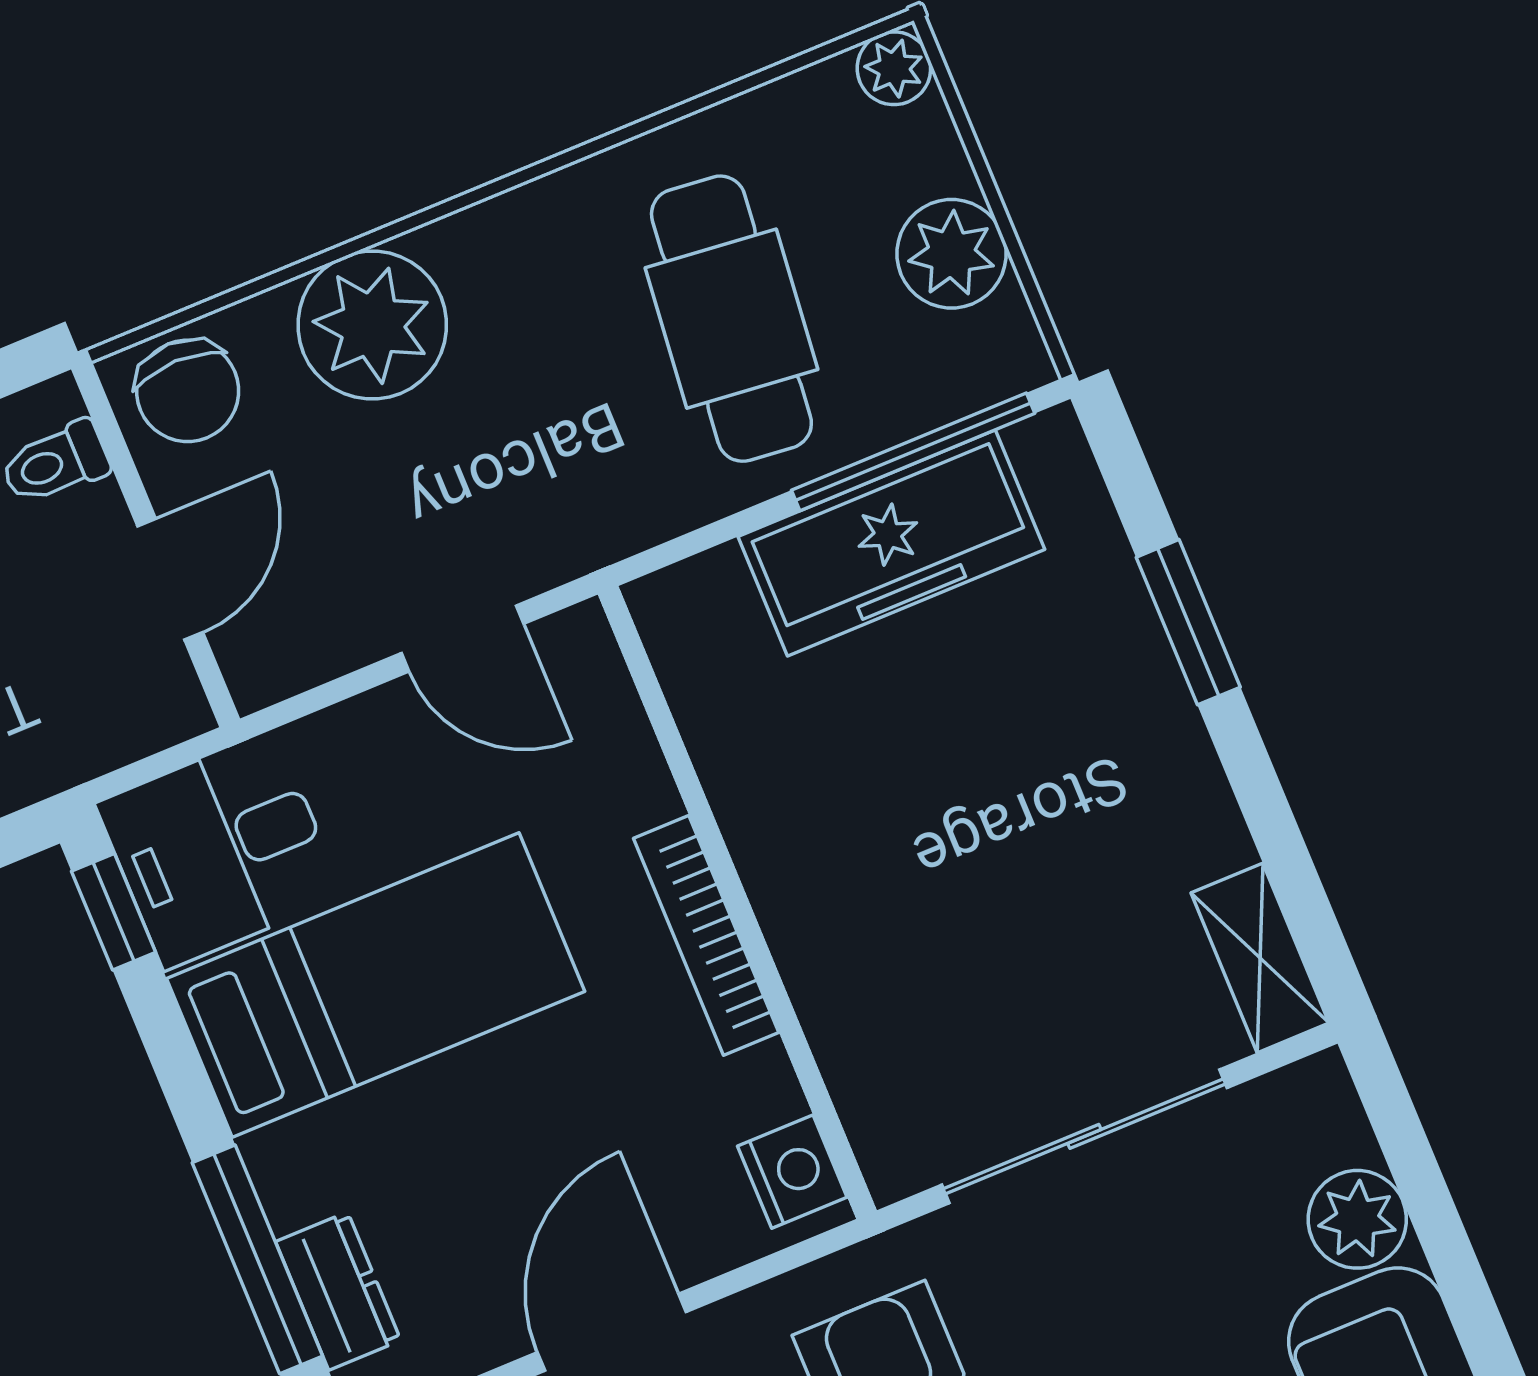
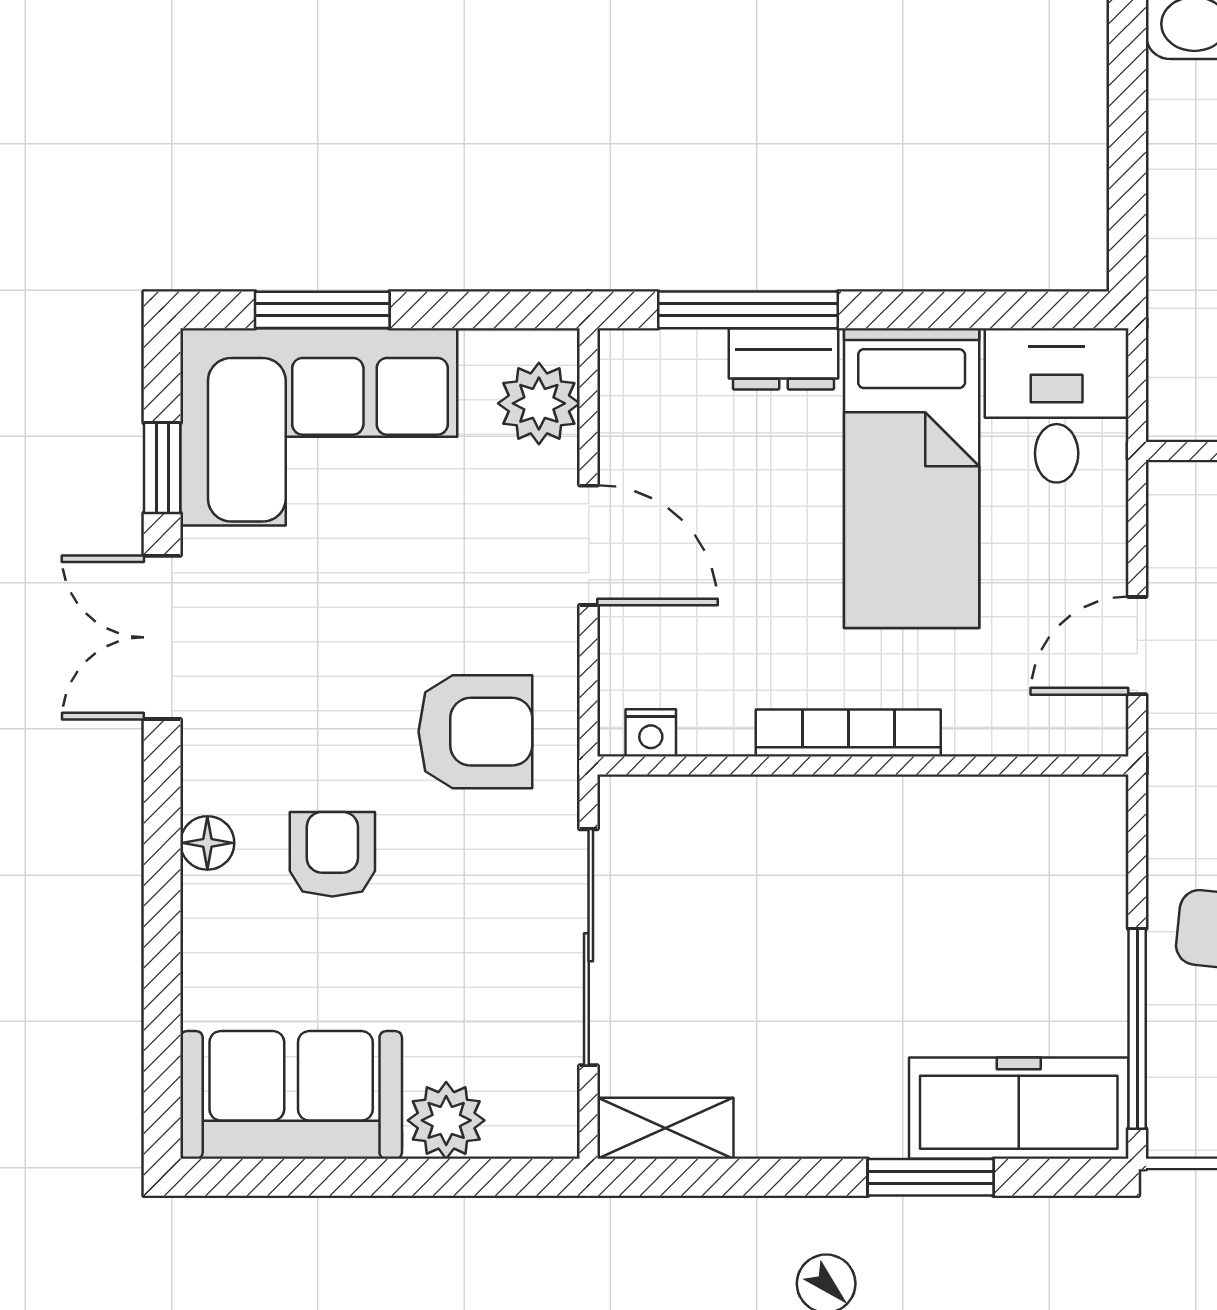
freezer: (891, 543) -> (1019, 1108), moved, turned 90
window: (113, 912) -> (1044, 310), removed
nightstand: (792, 1172) -> (651, 733), width x0.72, depth x0.74
dresser: (338, 1291) -> (784, 359), moved

